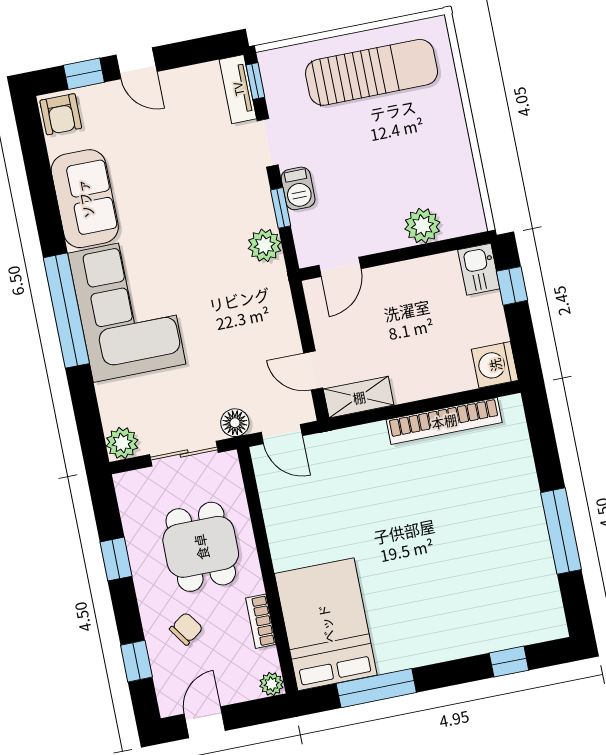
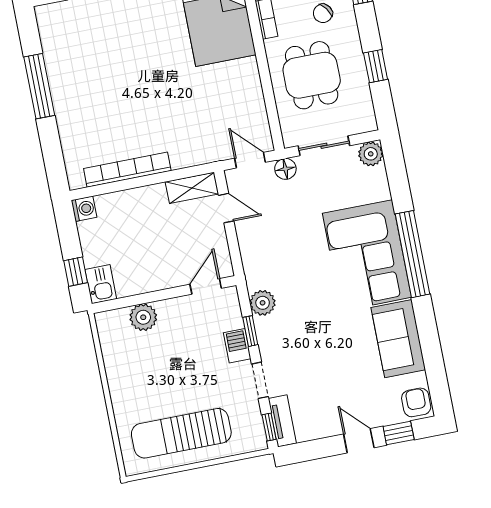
washing machine: (495, 365) -> (84, 209), width x0.73, depth x0.73

